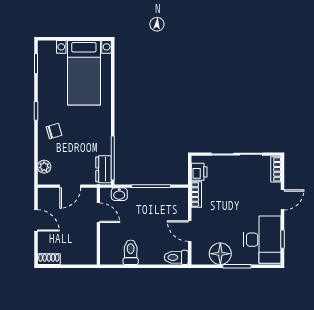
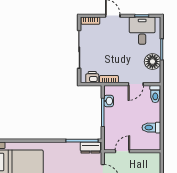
washbasin: (119, 194) -> (109, 101), moved
desk: (262, 240) -> (142, 31), width x0.73

